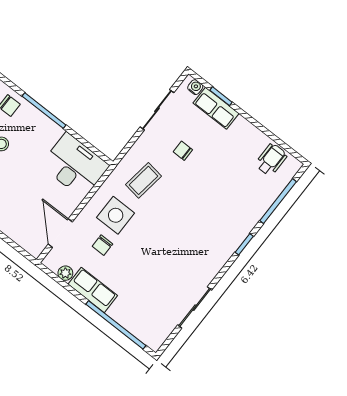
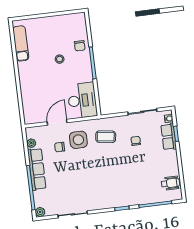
door: (60, 233) -> (57, 122), moved
row of seats: (93, 290) -> (37, 169), width x1.48
plant: (154, 342) -> (40, 212), added

